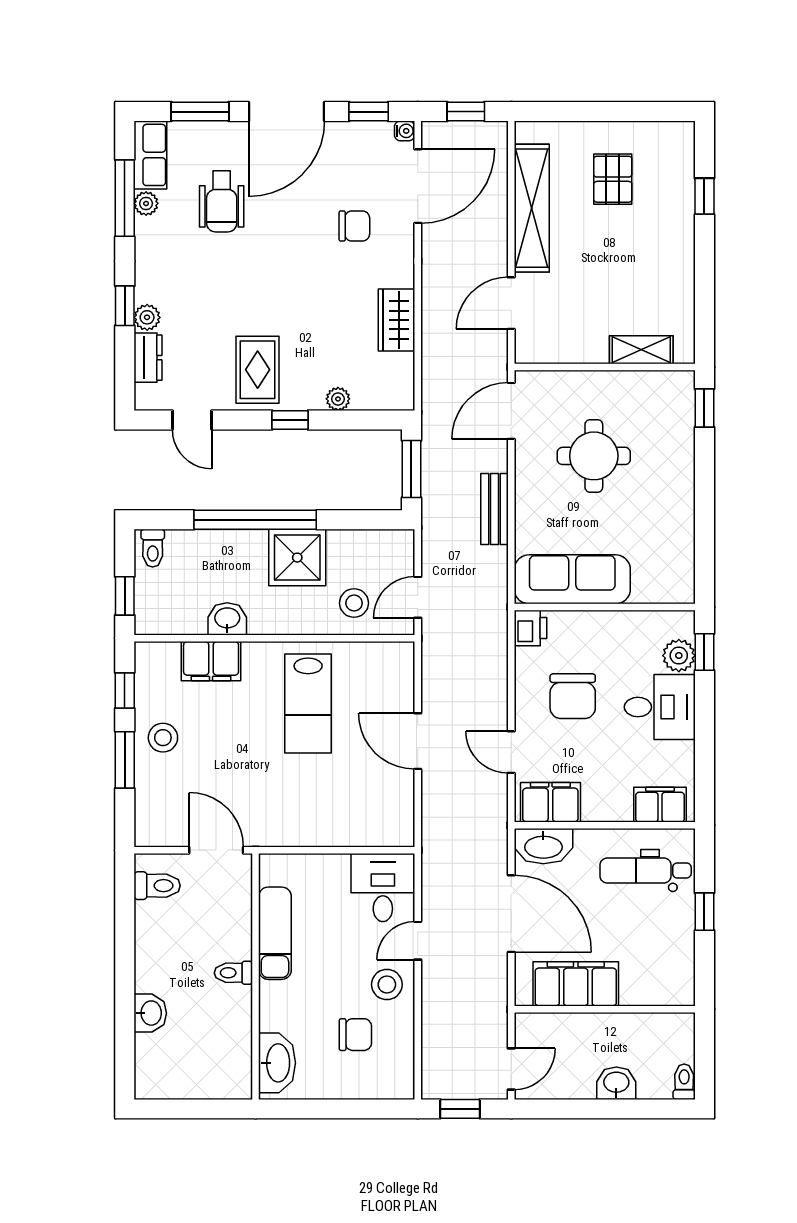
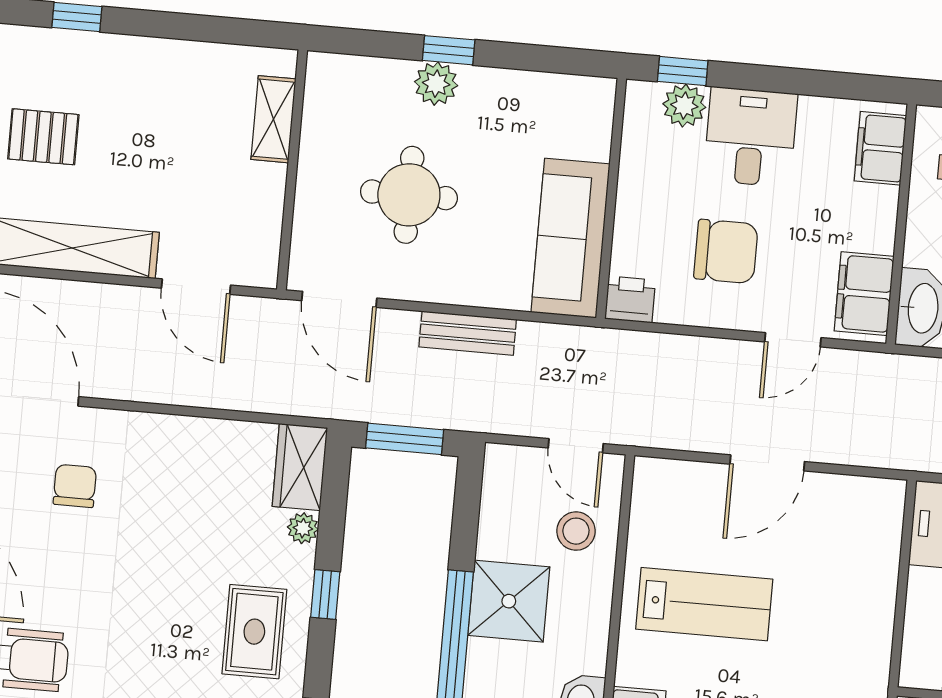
wardrobe: (396, 320) -> (300, 467), moved, turned 90
rug: (258, 370) -> (254, 632), turned 90
window: (704, 408) -> (449, 50), moved
plant: (679, 469) -> (436, 84), added

